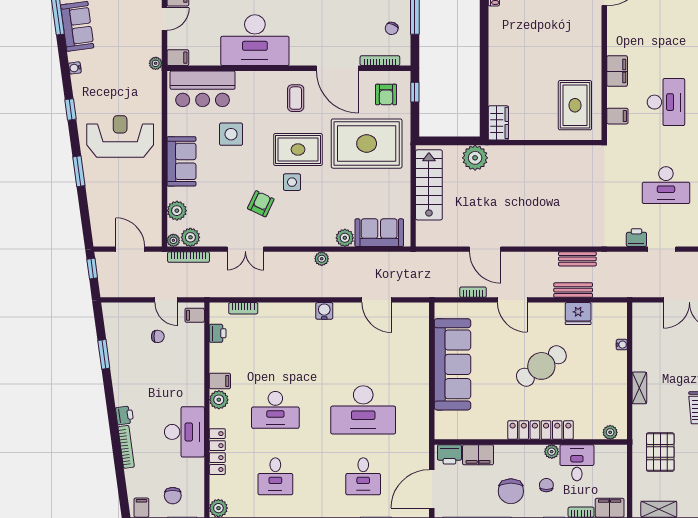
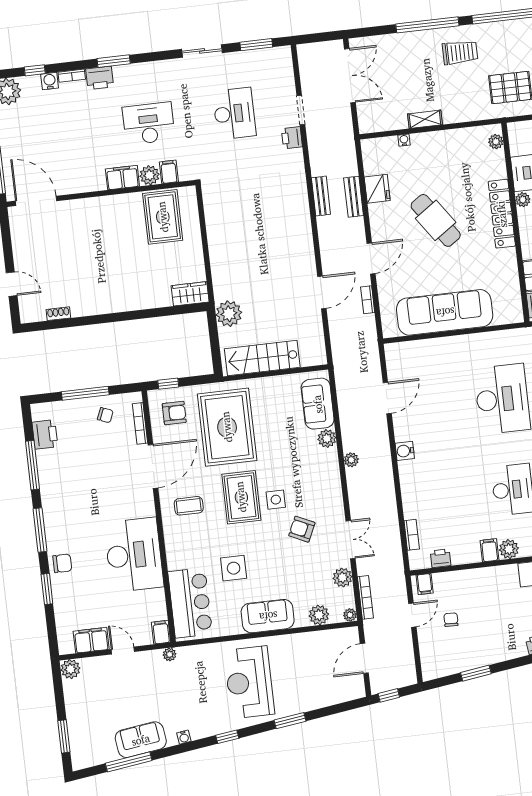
plant: (616, 97) -> (150, 175), added
rug: (575, 105) -> (163, 217), turned 90
plant: (190, 237) -> (342, 577), moved
shelving: (639, 388) -> (425, 119), moved

